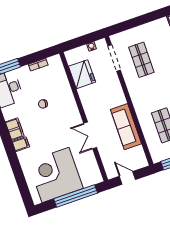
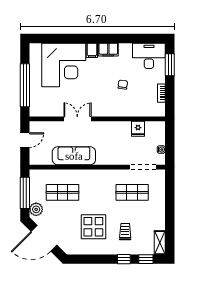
fridge: (82, 74) -> (138, 129), width x0.53, depth x0.75
corner desk: (56, 175) -> (64, 65), moved, turned 90

